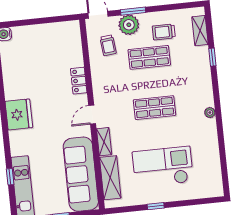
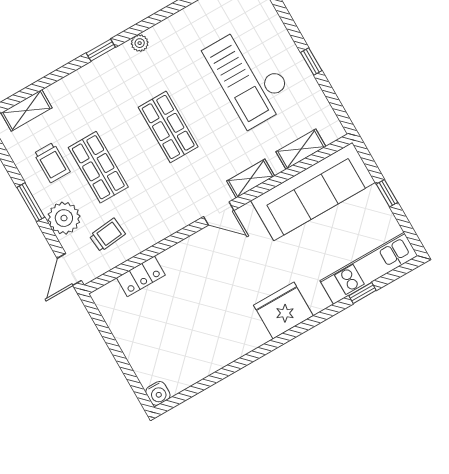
window: (133, 11) -> (31, 202), moved
window: (212, 57) -> (101, 50), moved
locker: (79, 81) -> (141, 276), moved
fridge: (19, 114) -> (283, 310), moved
shelving: (110, 178) -> (301, 149), width x0.67, depth x0.75

